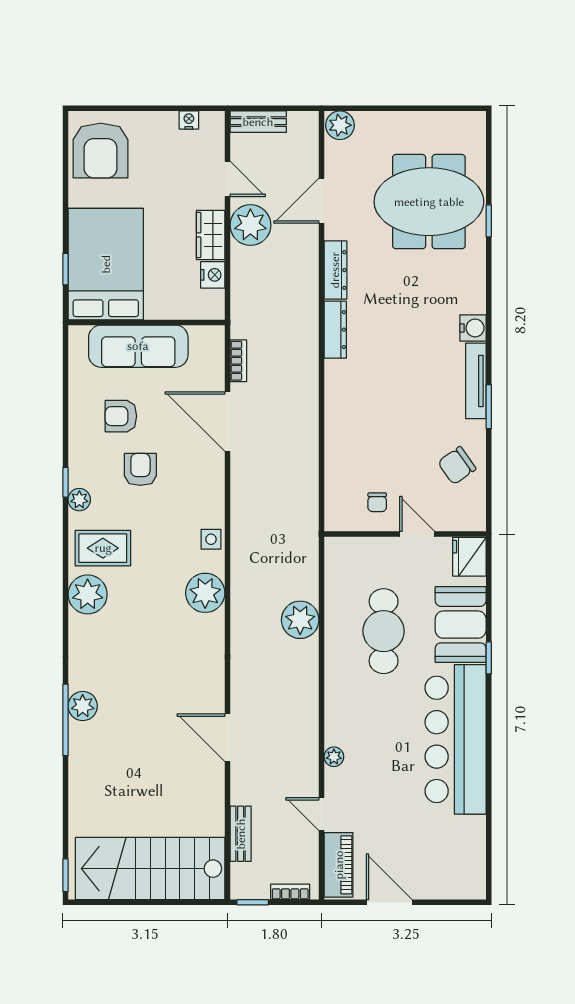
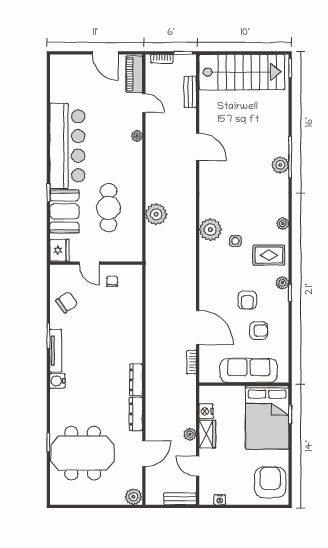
plant: (250, 225) -> (190, 434), width x0.53, depth x0.53
side table: (211, 539) -> (235, 241), moved
plant: (88, 594) -> (283, 223), width x0.53, depth x0.53

